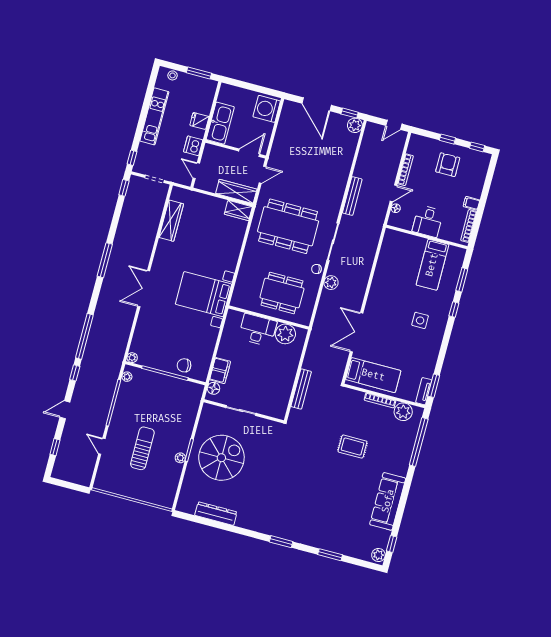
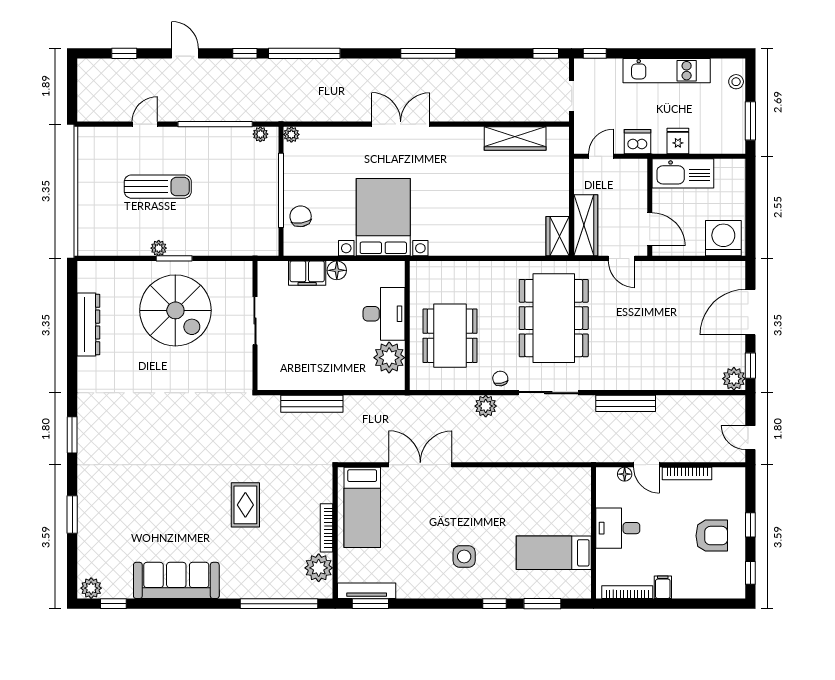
bed with nightstands: (203, 294) -> (383, 217), moved
floor lamp: (213, 388) -> (337, 270), moved
tv unit: (424, 391) -> (367, 591), width x1.41

